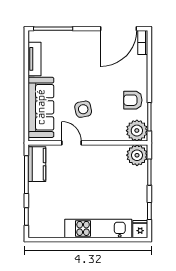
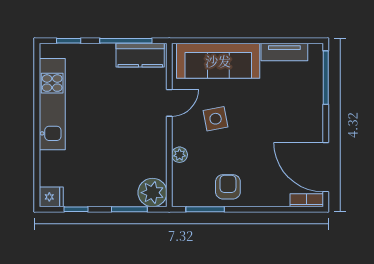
plant: (137, 131) -> (179, 155), moved, width x0.53, depth x0.53
kitchen unit: (98, 228) -> (52, 104), moved

